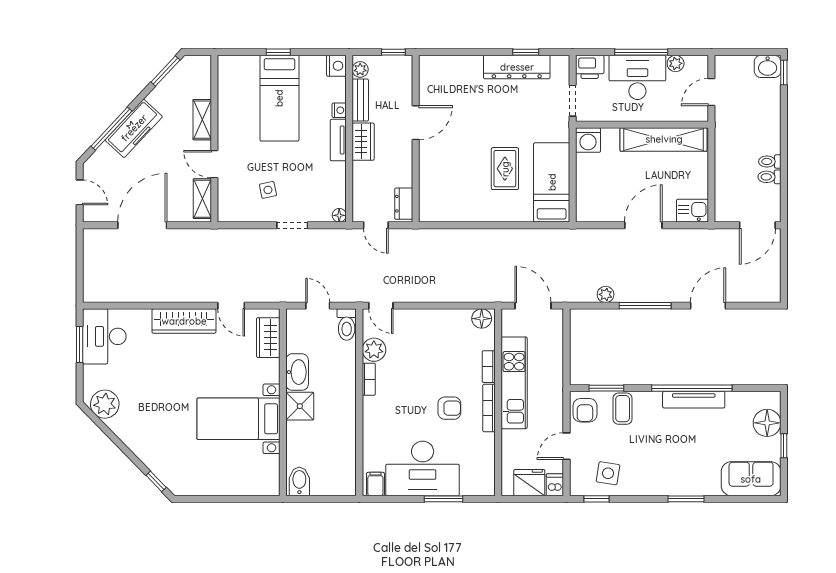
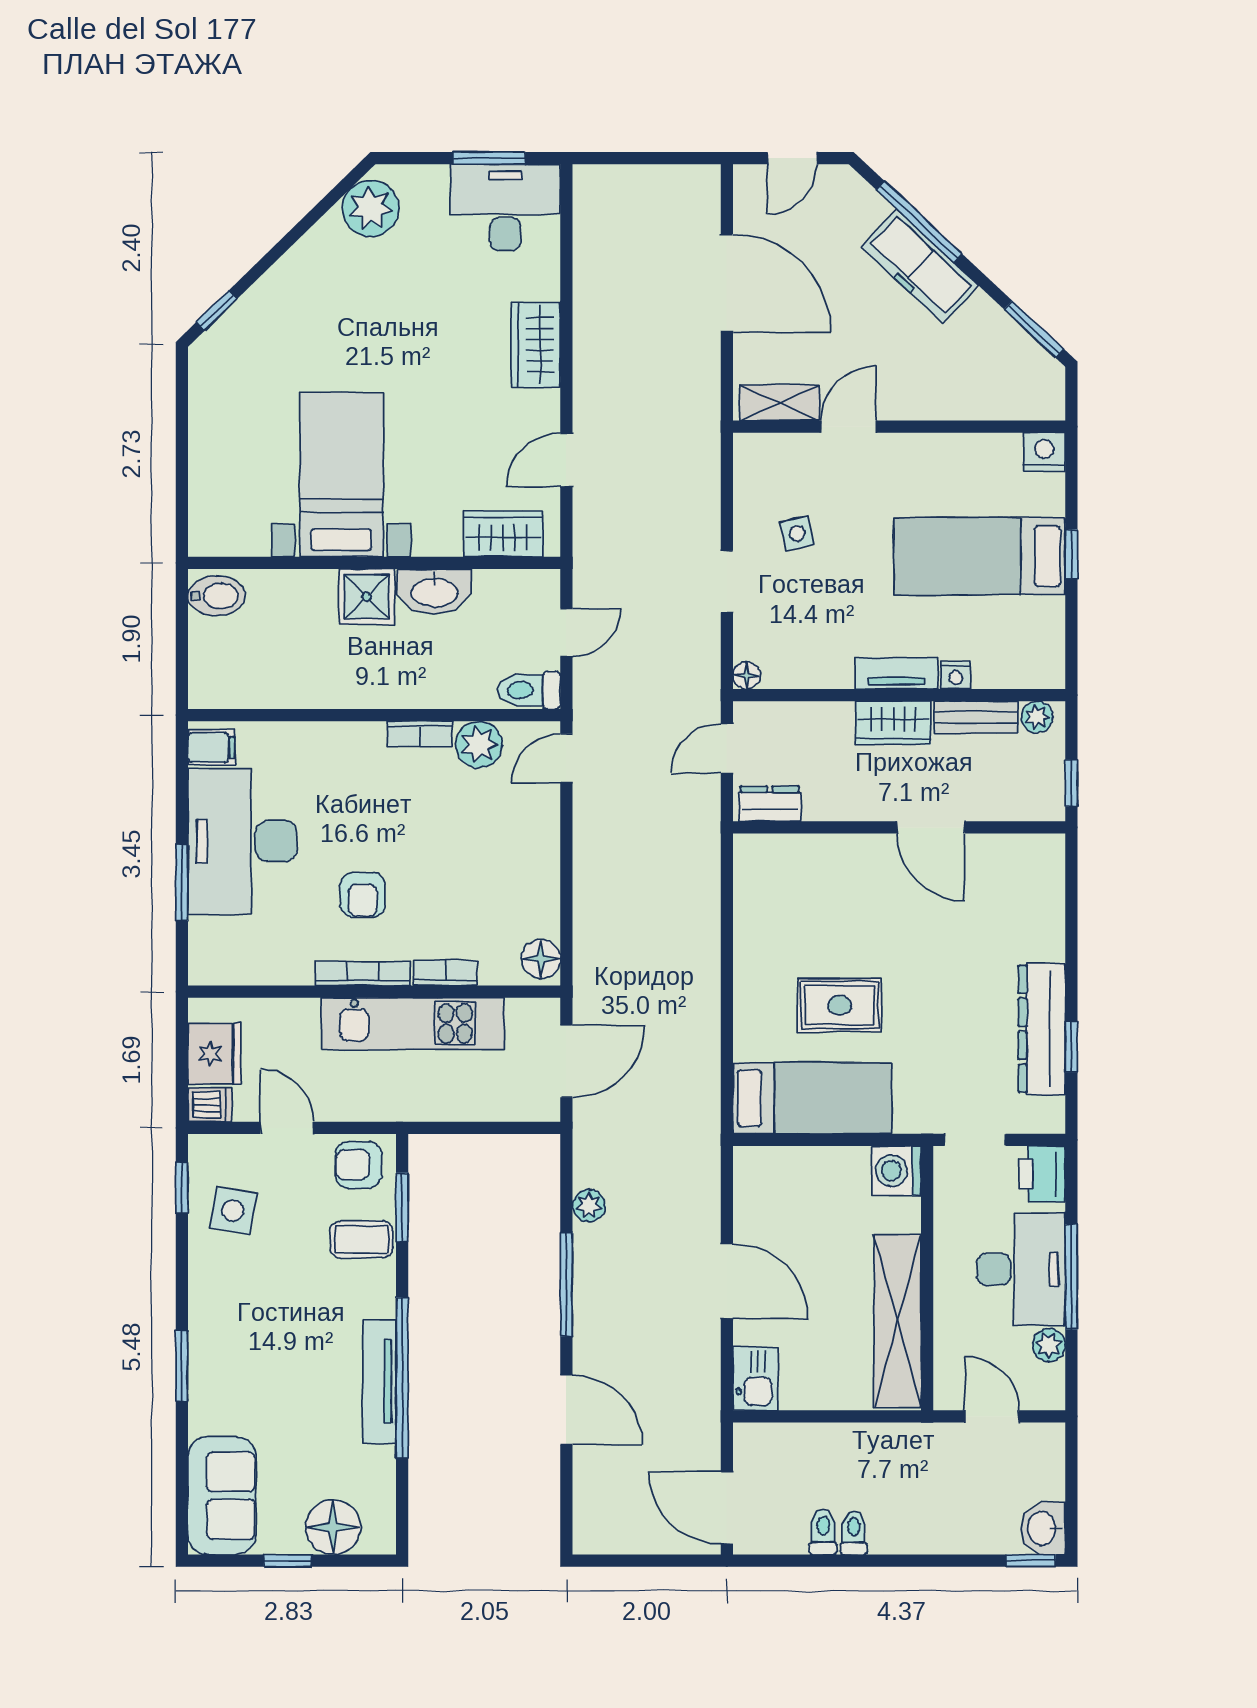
nightstand: (336, 66) -> (1044, 452), moved, turned 180
shelving: (202, 120) -> (937, 403), removed
wardrobe: (184, 321) -> (536, 345), width x0.67

